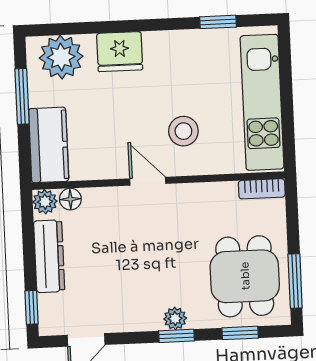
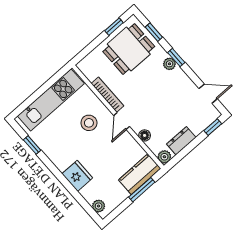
plant: (61, 57) -> (99, 206), width x0.53, depth x0.53
window: (22, 96) -> (142, 190), moved
bookcase: (262, 189) -> (108, 95), moved, width x1.56
floor lamp: (70, 199) -> (145, 135), moved
dresser: (49, 256) -> (181, 141), width x0.70
window: (295, 281) -> (114, 27), width x0.67

